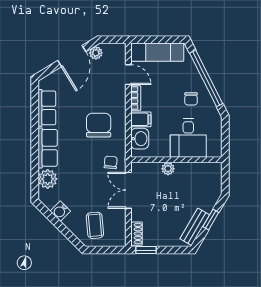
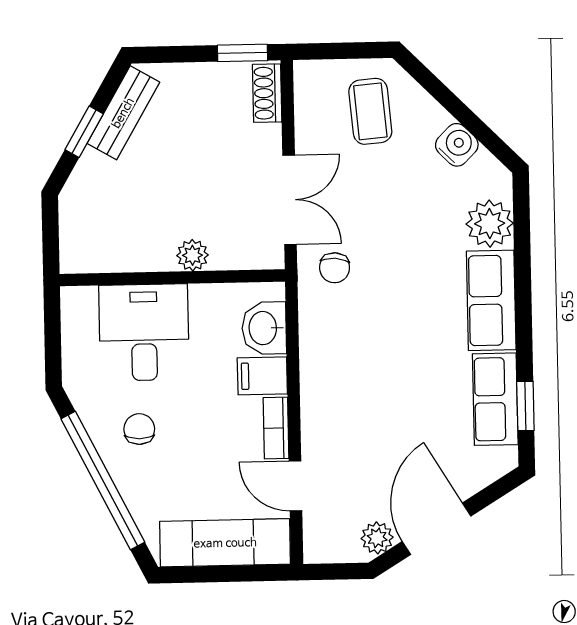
window: (35, 105) -> (525, 406), added
chair: (99, 125) -> (366, 359), removed

